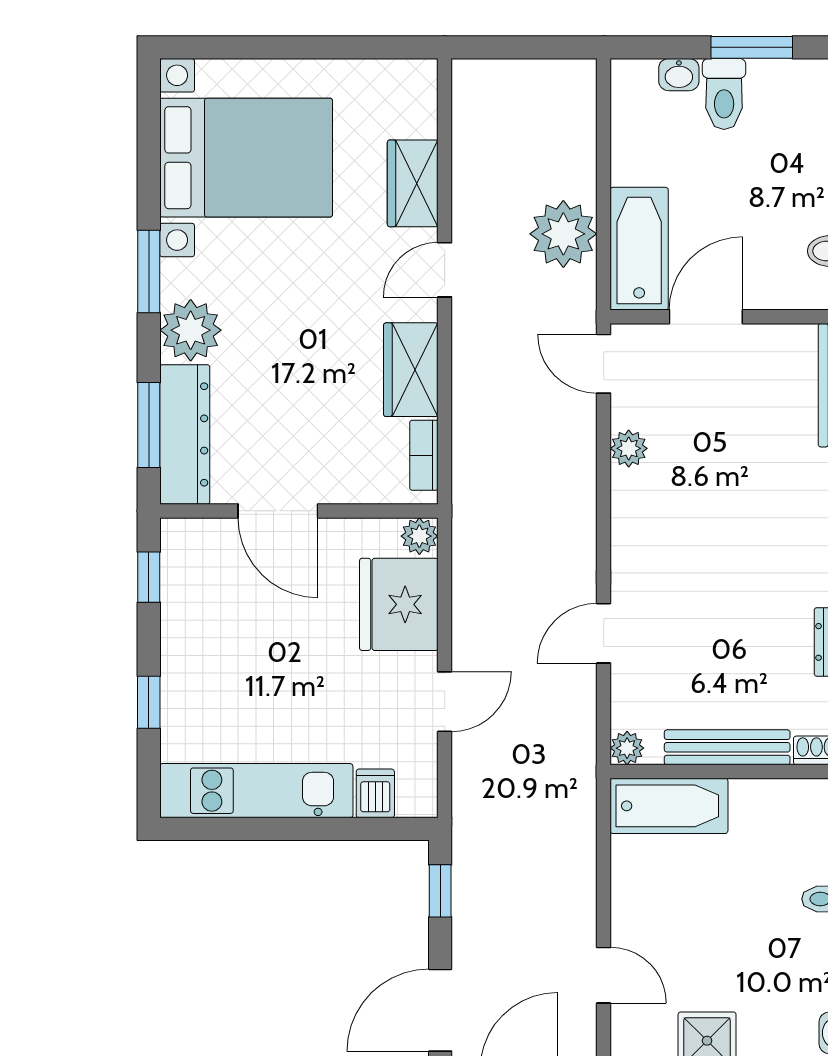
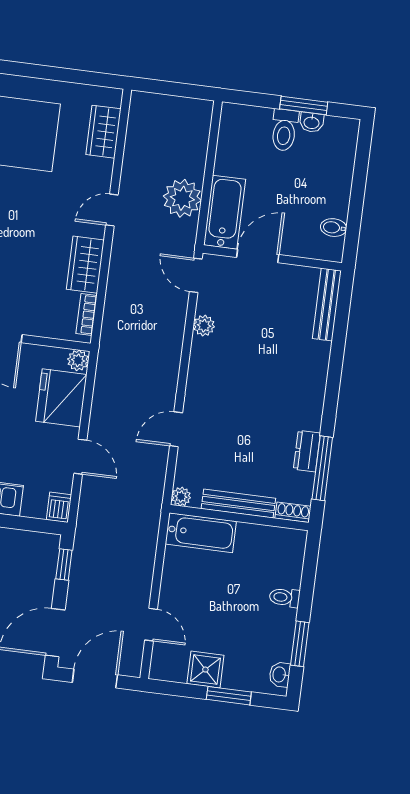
washbasin: (679, 75) -> (312, 122), moved
wardrobe: (413, 183) -> (103, 132), moved
door: (445, 702) -> (80, 457), hinge flipped
dishwasher: (375, 793) -> (59, 507), moved

